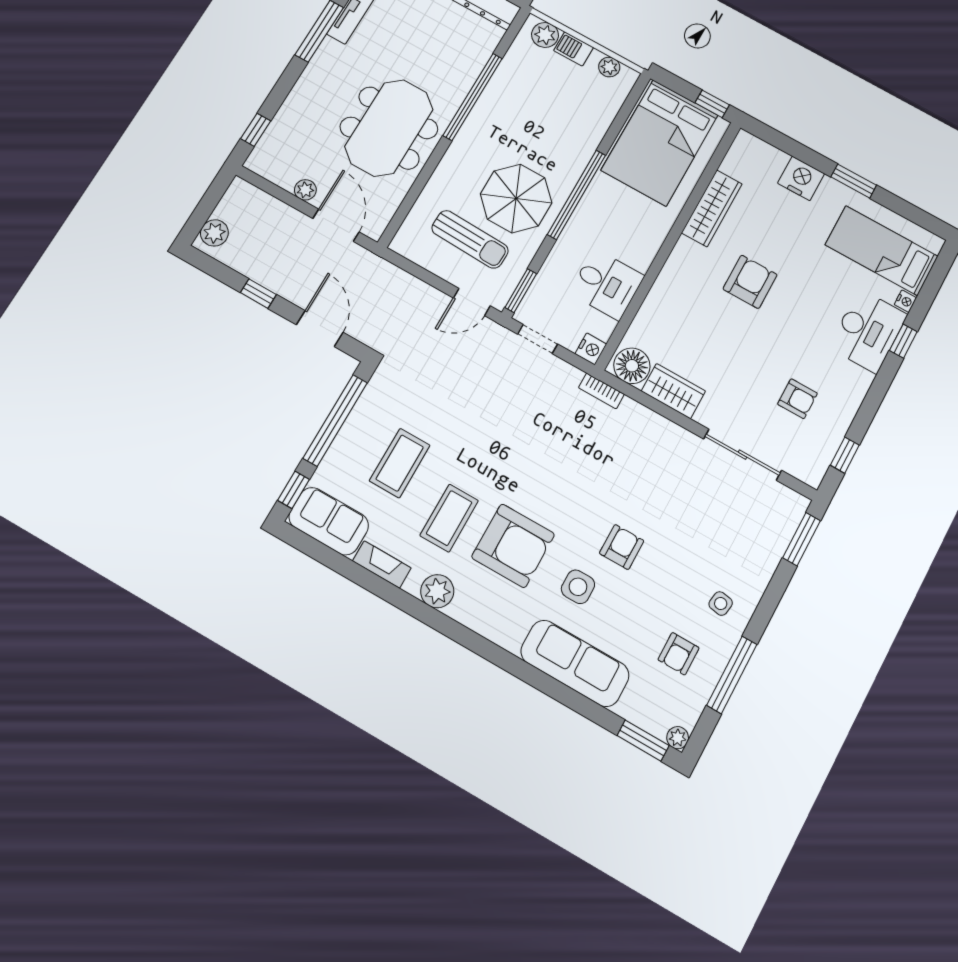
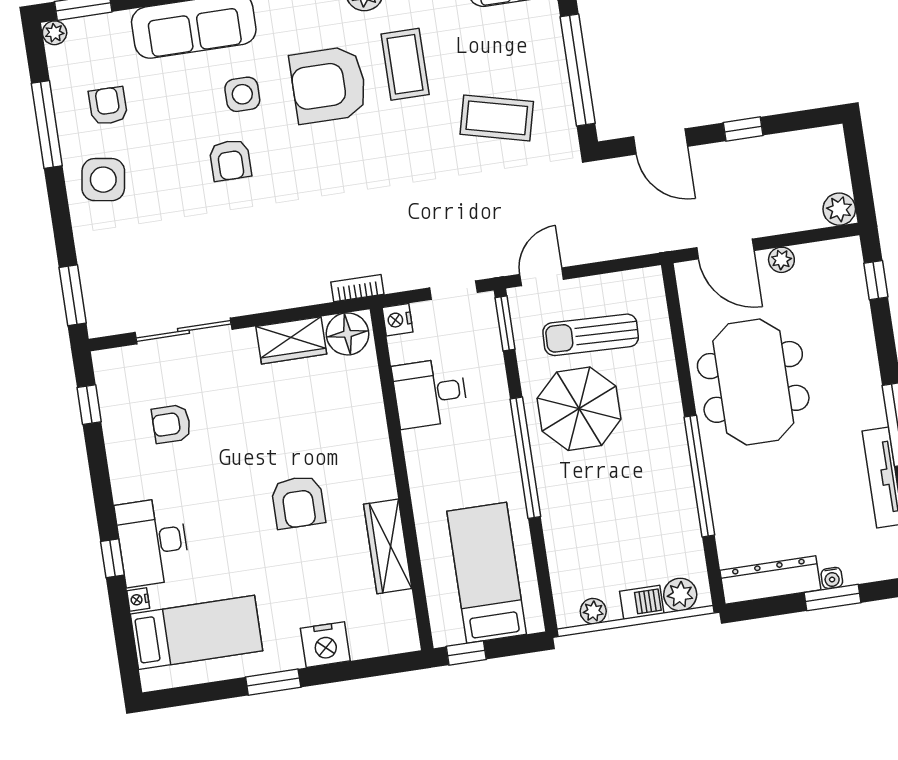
bed: (660, 143) -> (487, 573), width x0.67
plant: (214, 233) -> (839, 209), moved
coffee table: (400, 463) -> (497, 118), moved, turned -76
side table: (721, 604) -> (103, 180), width x1.87, depth x1.87

